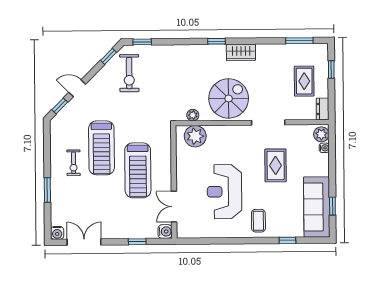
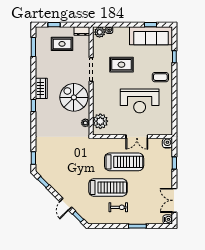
exercise bike: (129, 73) -> (55, 167), removed
double door: (174, 207) -> (137, 137), moved

